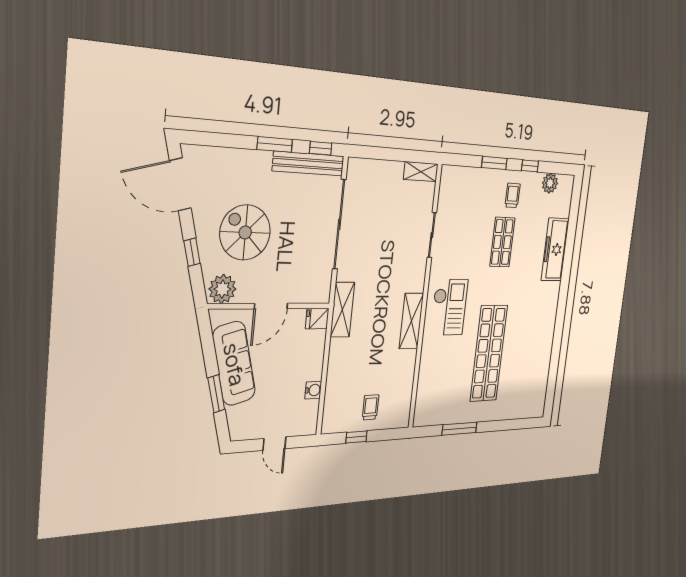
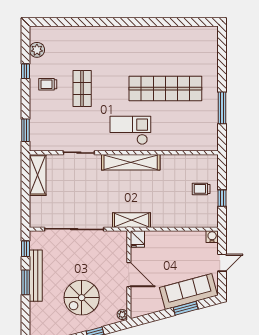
bench: (308, 163) -> (36, 276), moved
window: (494, 163) -> (25, 130), moved
shelving: (421, 172) -> (38, 175), width x1.50, depth x1.33
shop shelf: (502, 242) -> (82, 89), turned 90
freezer: (555, 250) -> (86, 36), removed
plant: (222, 289) -> (122, 315), width x0.53, depth x0.53
shelving: (411, 321) -> (131, 162), width x1.47
sofa: (234, 364) -> (189, 292), moved
water cooler: (313, 390) -> (212, 237), moved

